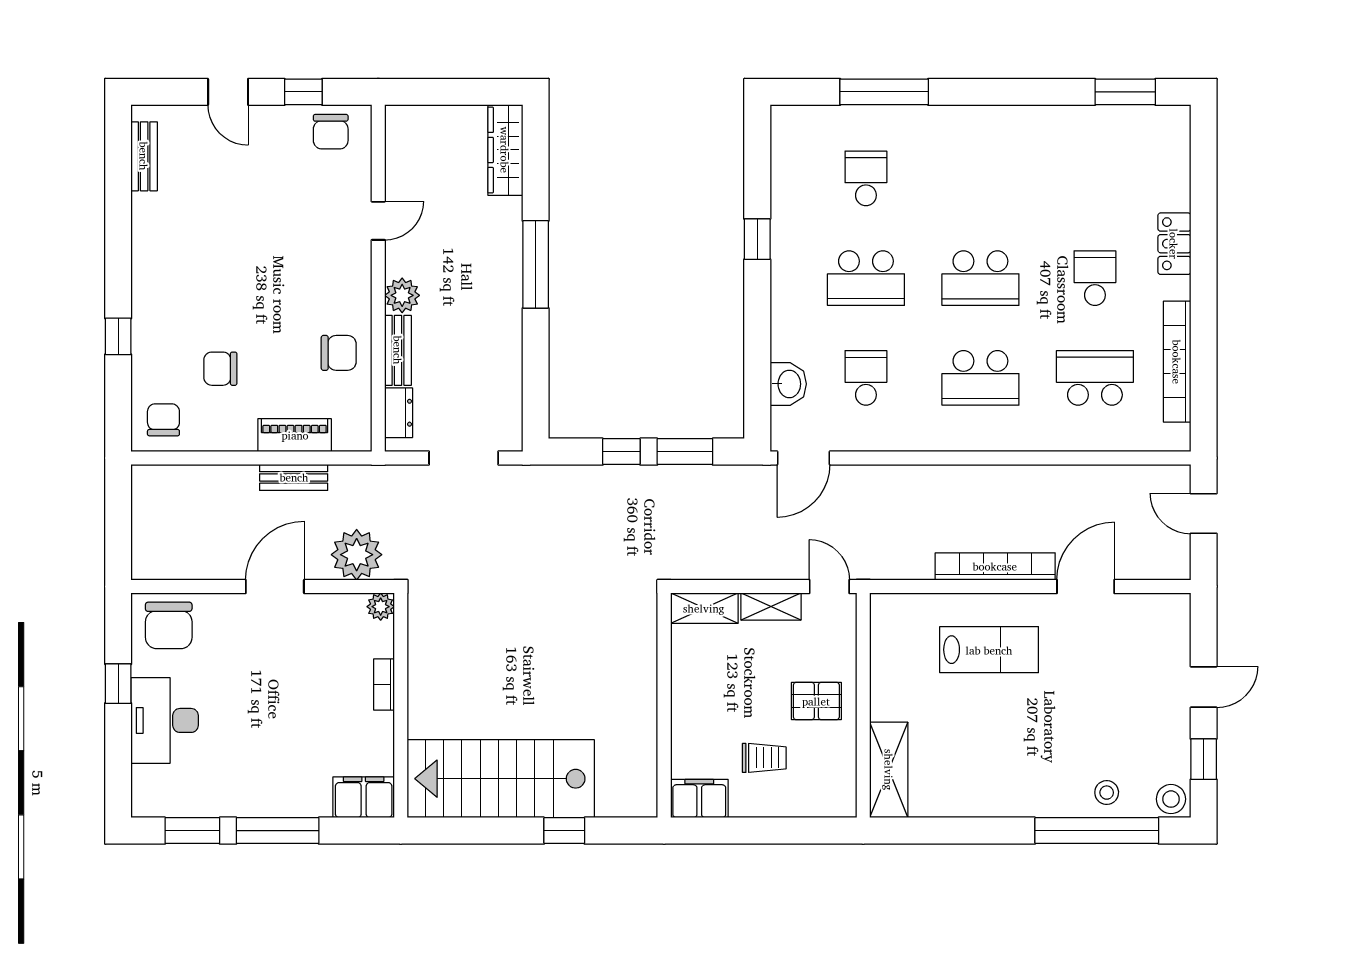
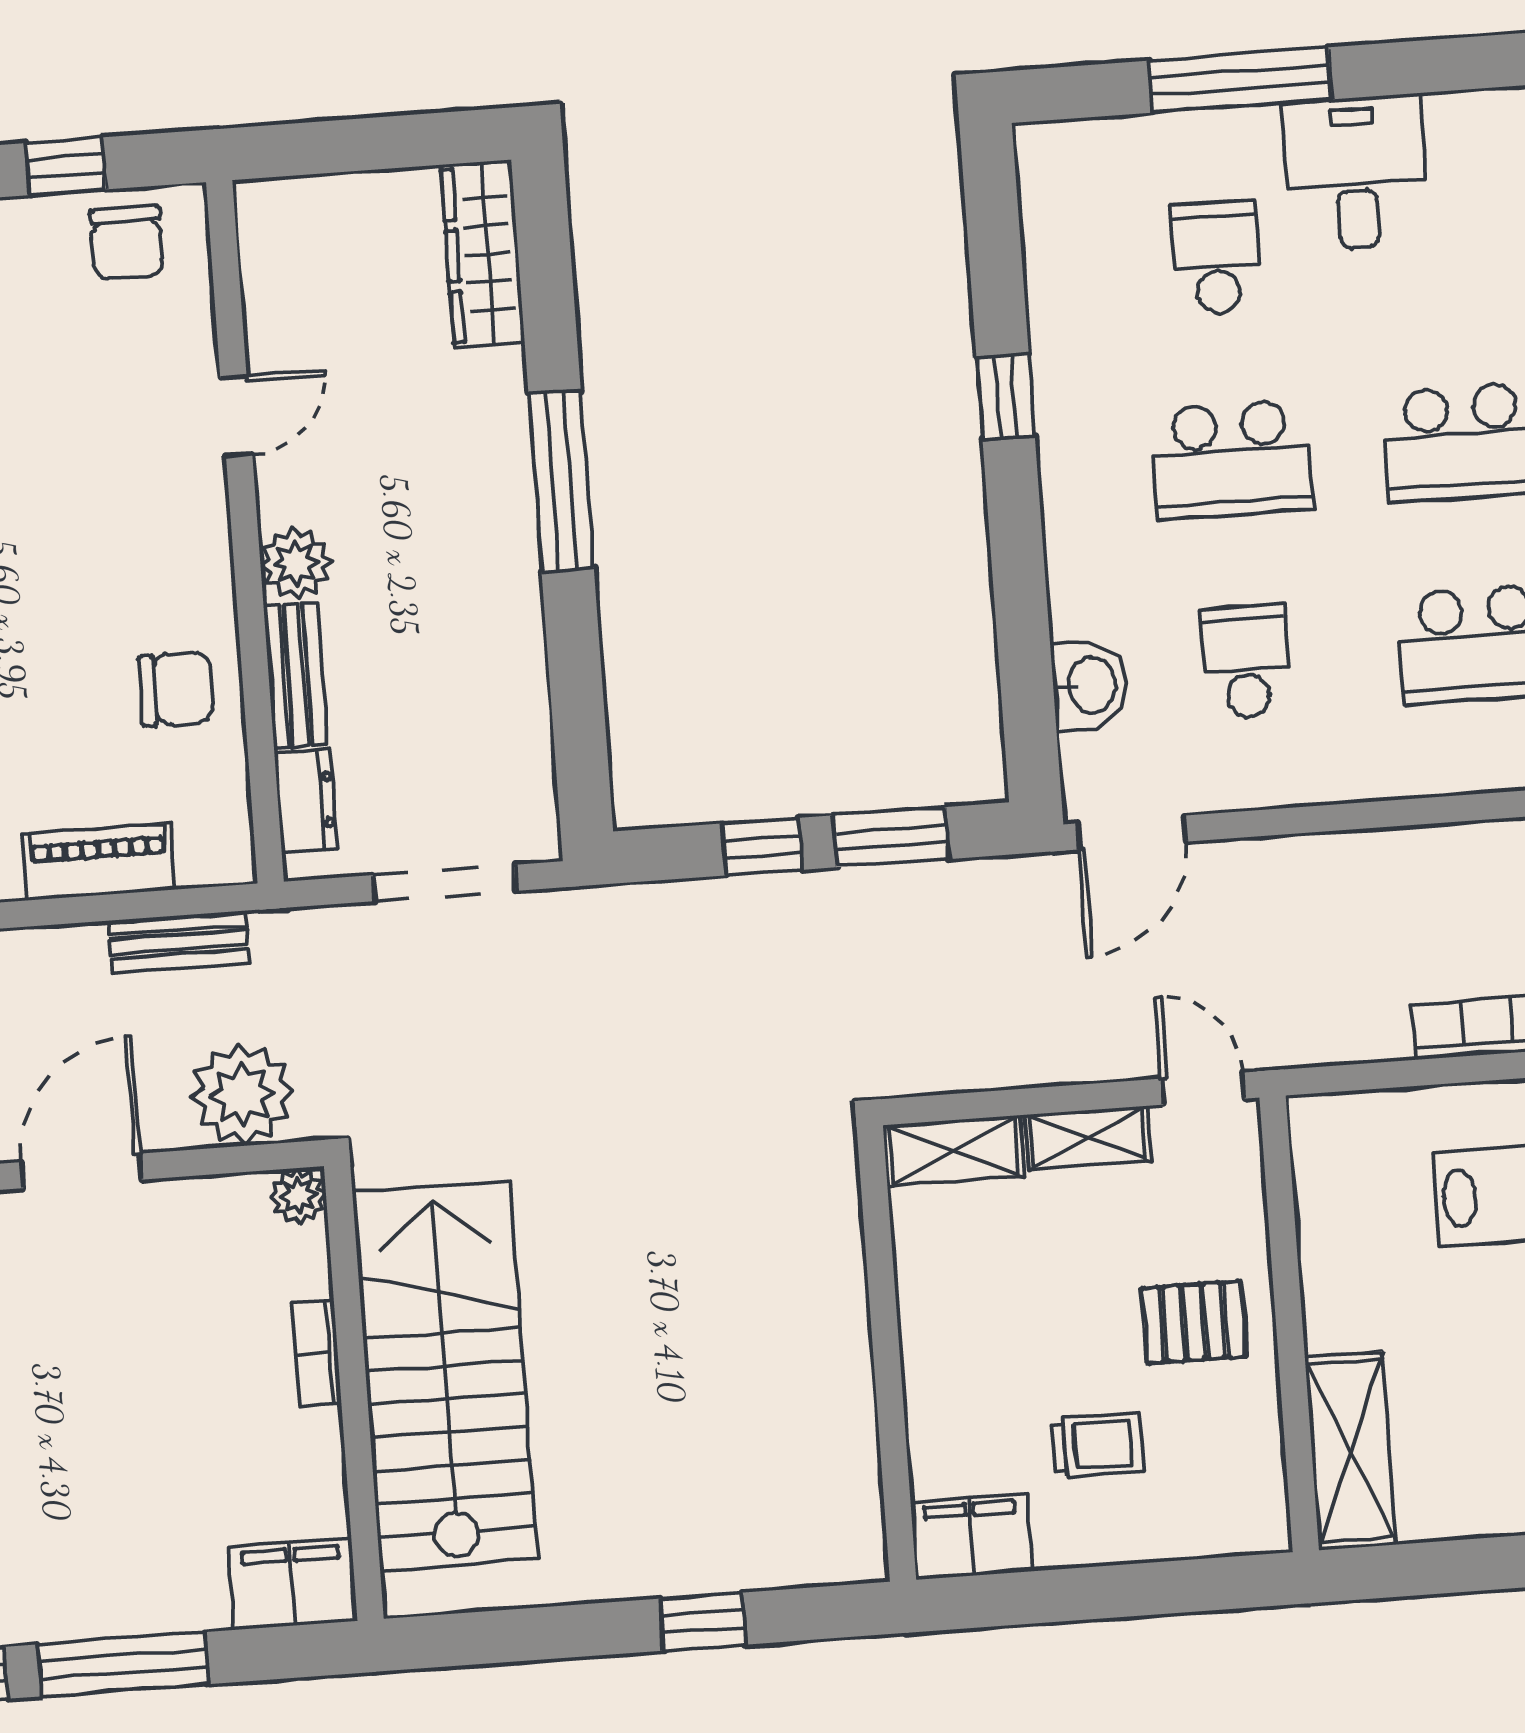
desk: (937, 142) -> (1355, 173), added
bench: (294, 477) -> (179, 942), moved
stairs: (501, 779) -> (445, 1376), moved, turned 90

